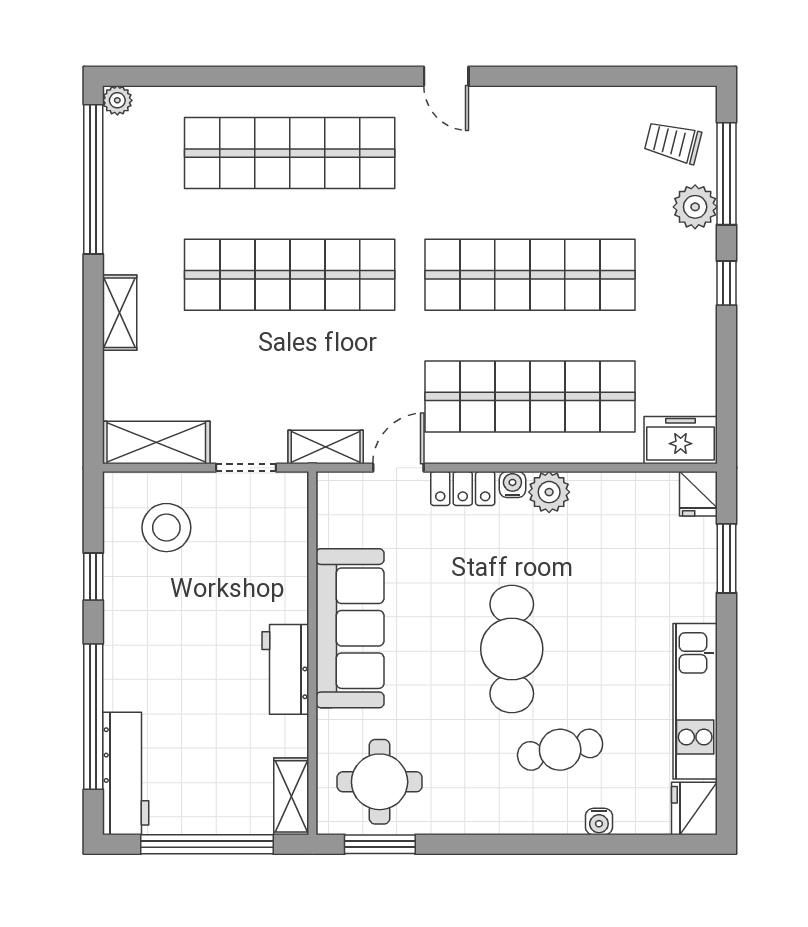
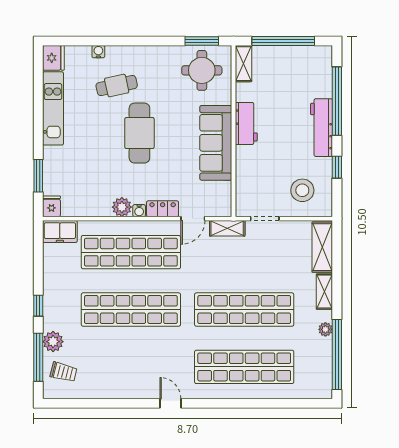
plant: (117, 100) -> (325, 329), moved
shelving: (156, 443) -> (322, 247), moved, turned 90
workbench: (126, 774) -> (322, 128), moved

